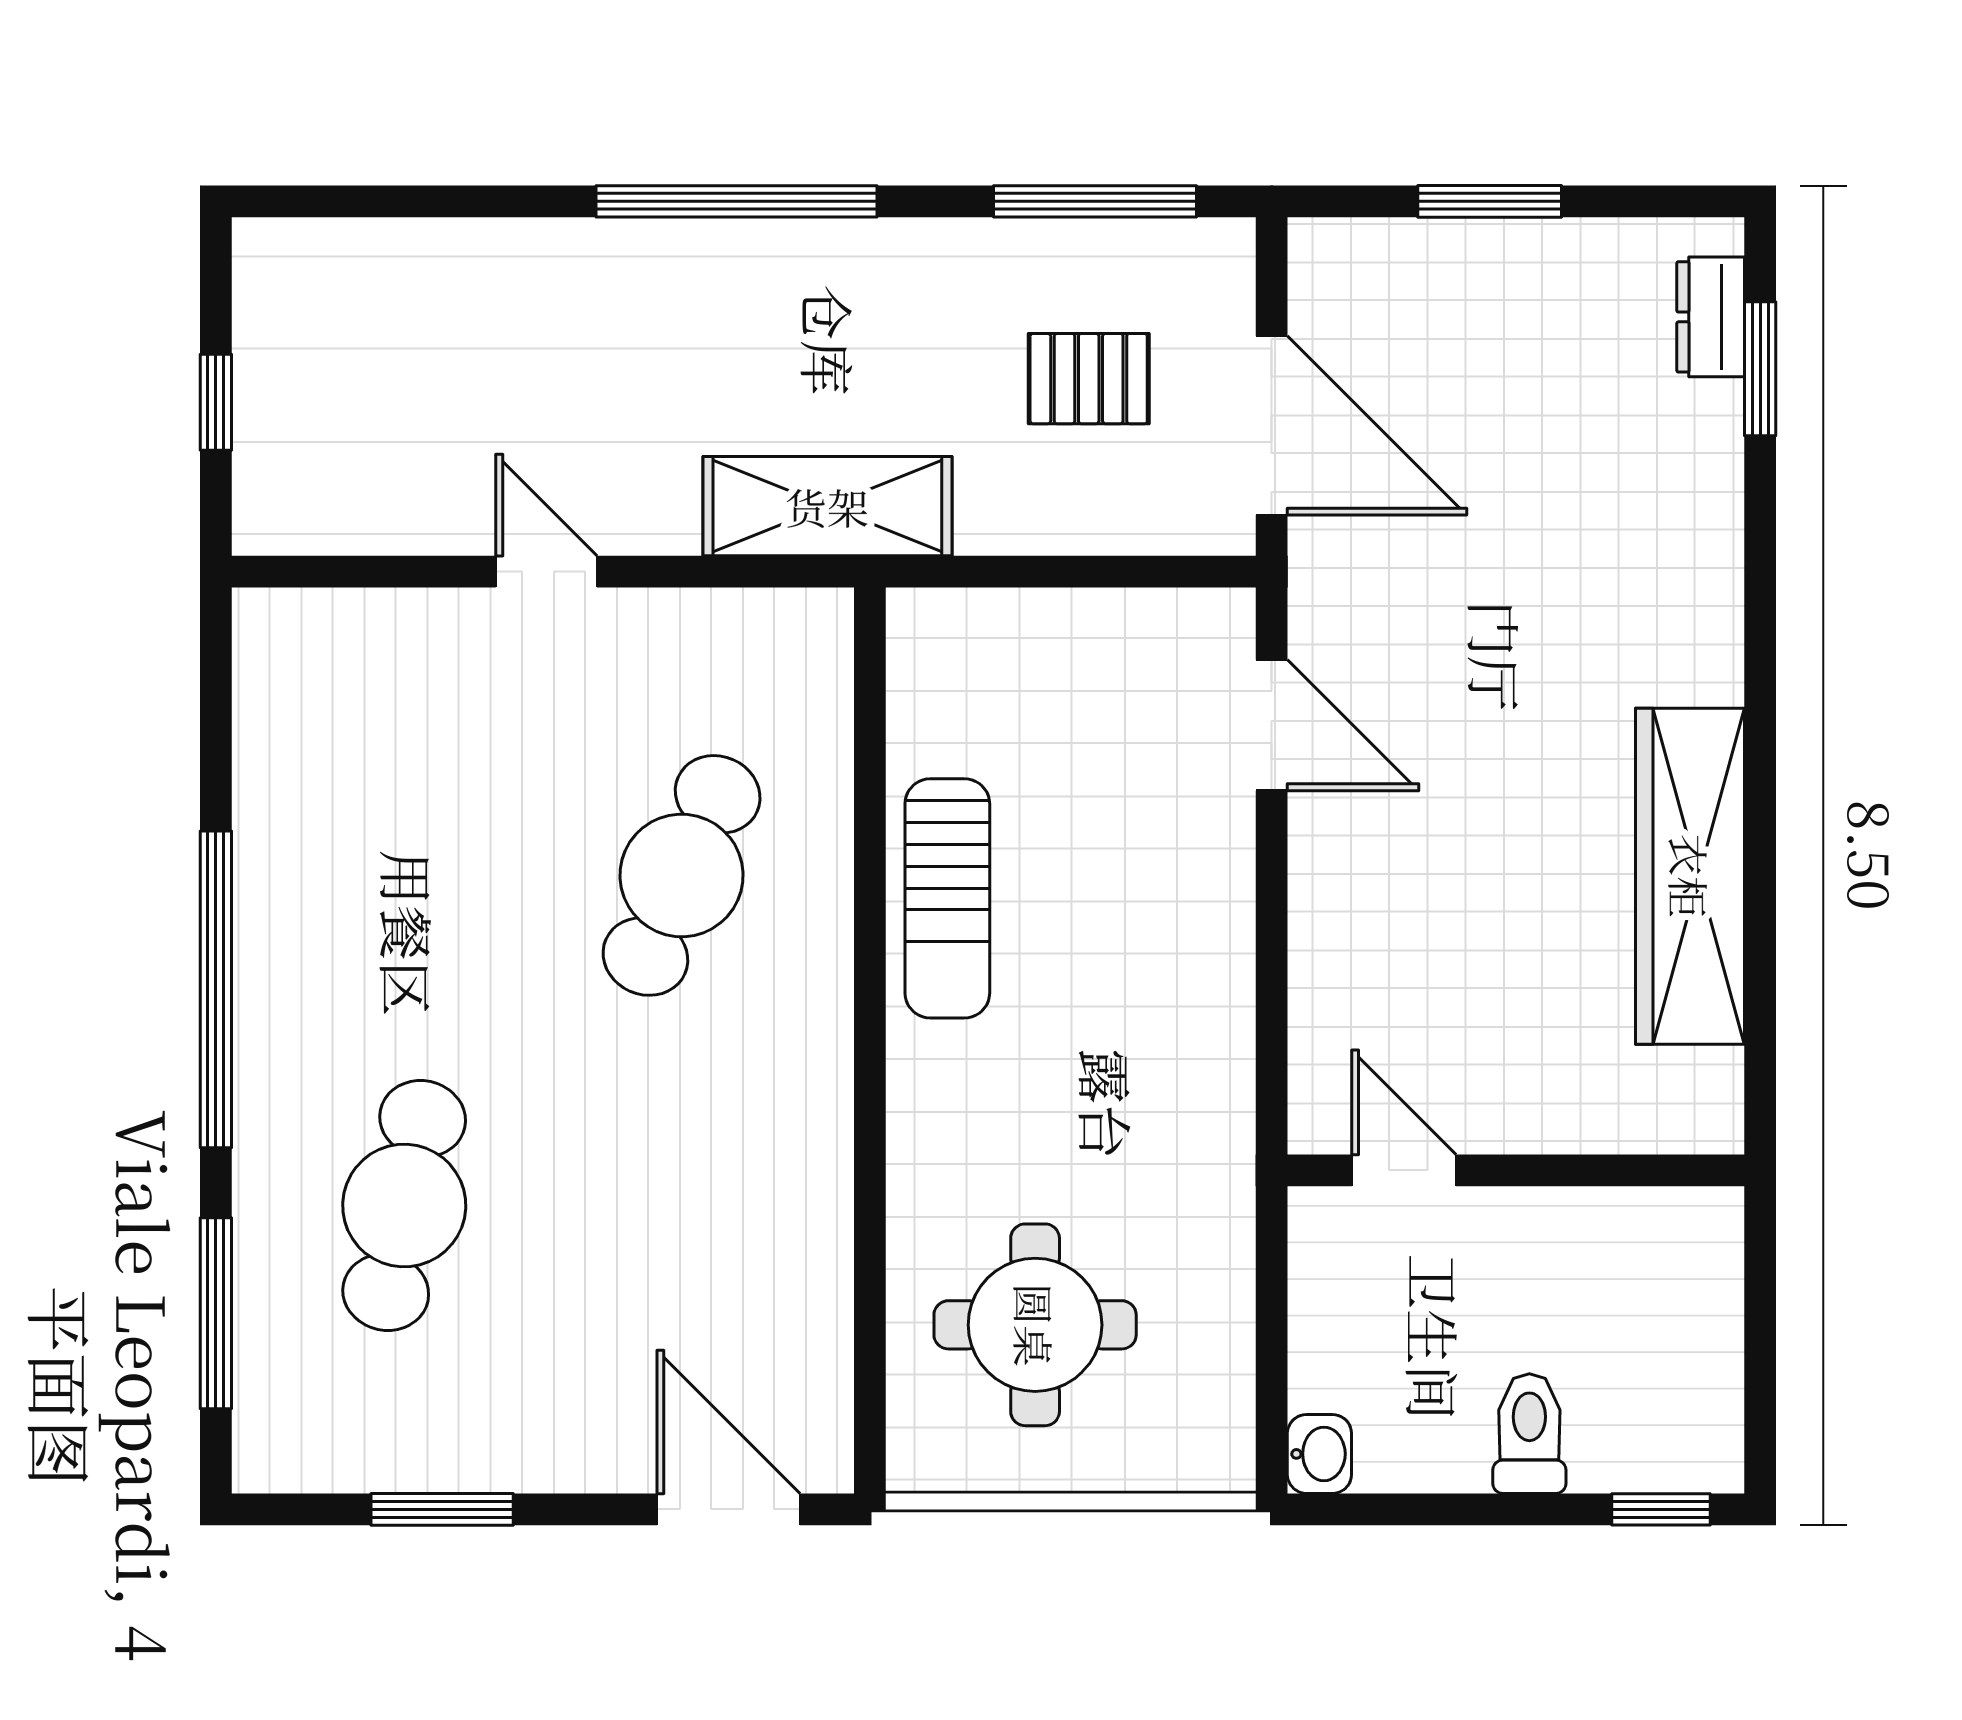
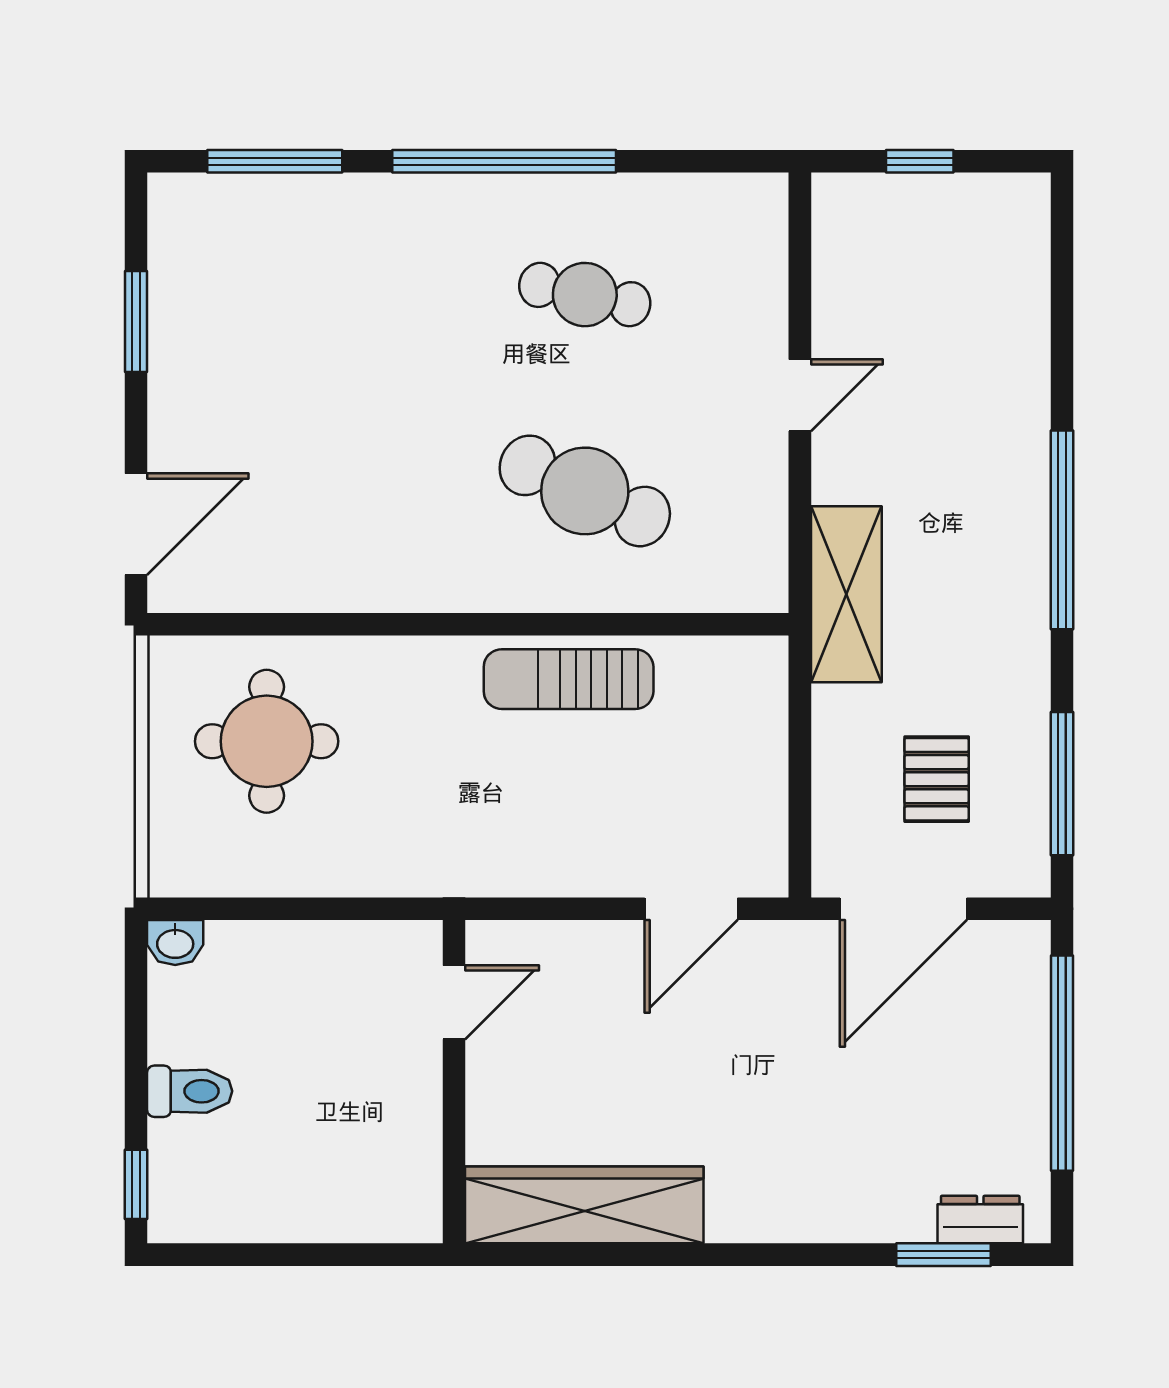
window: (1490, 201) -> (1062, 1063), width x2.11
door: (1404, 1170) -> (454, 1002), moved
wall: (1516, 1170) -> (454, 1082), moved
cafe table: (404, 1205) -> (585, 295), moved, width x0.73, depth x0.74

